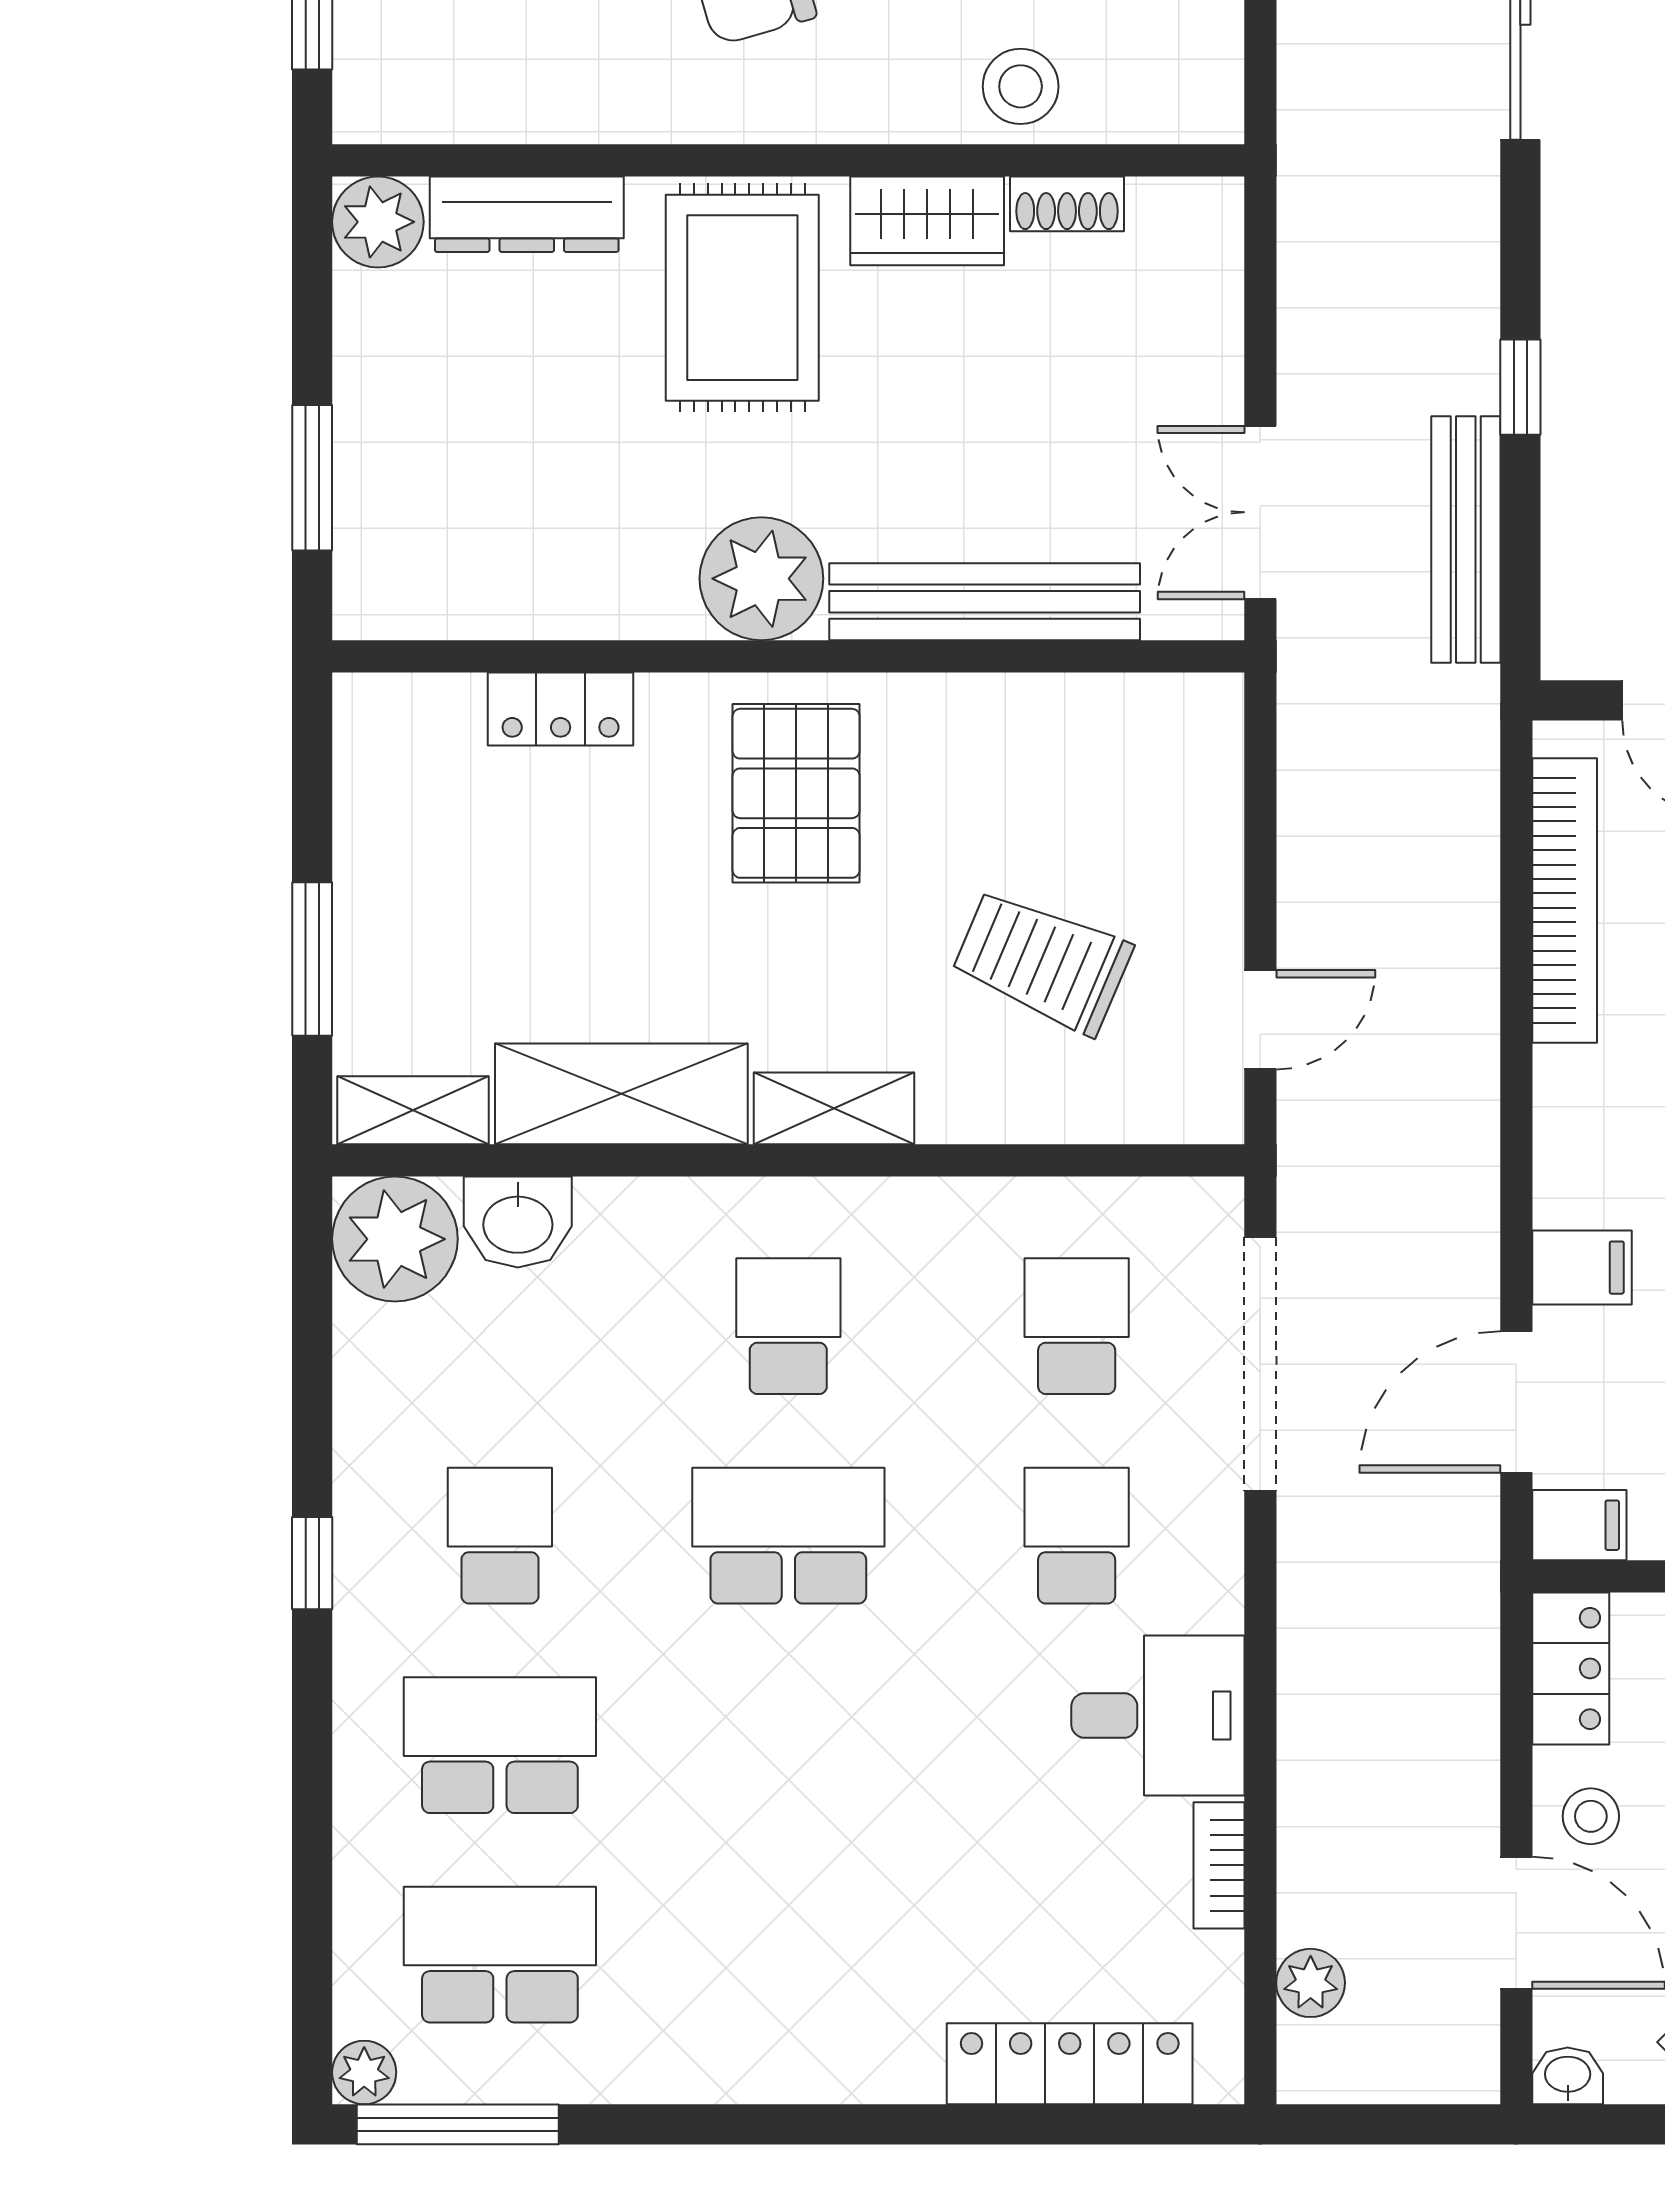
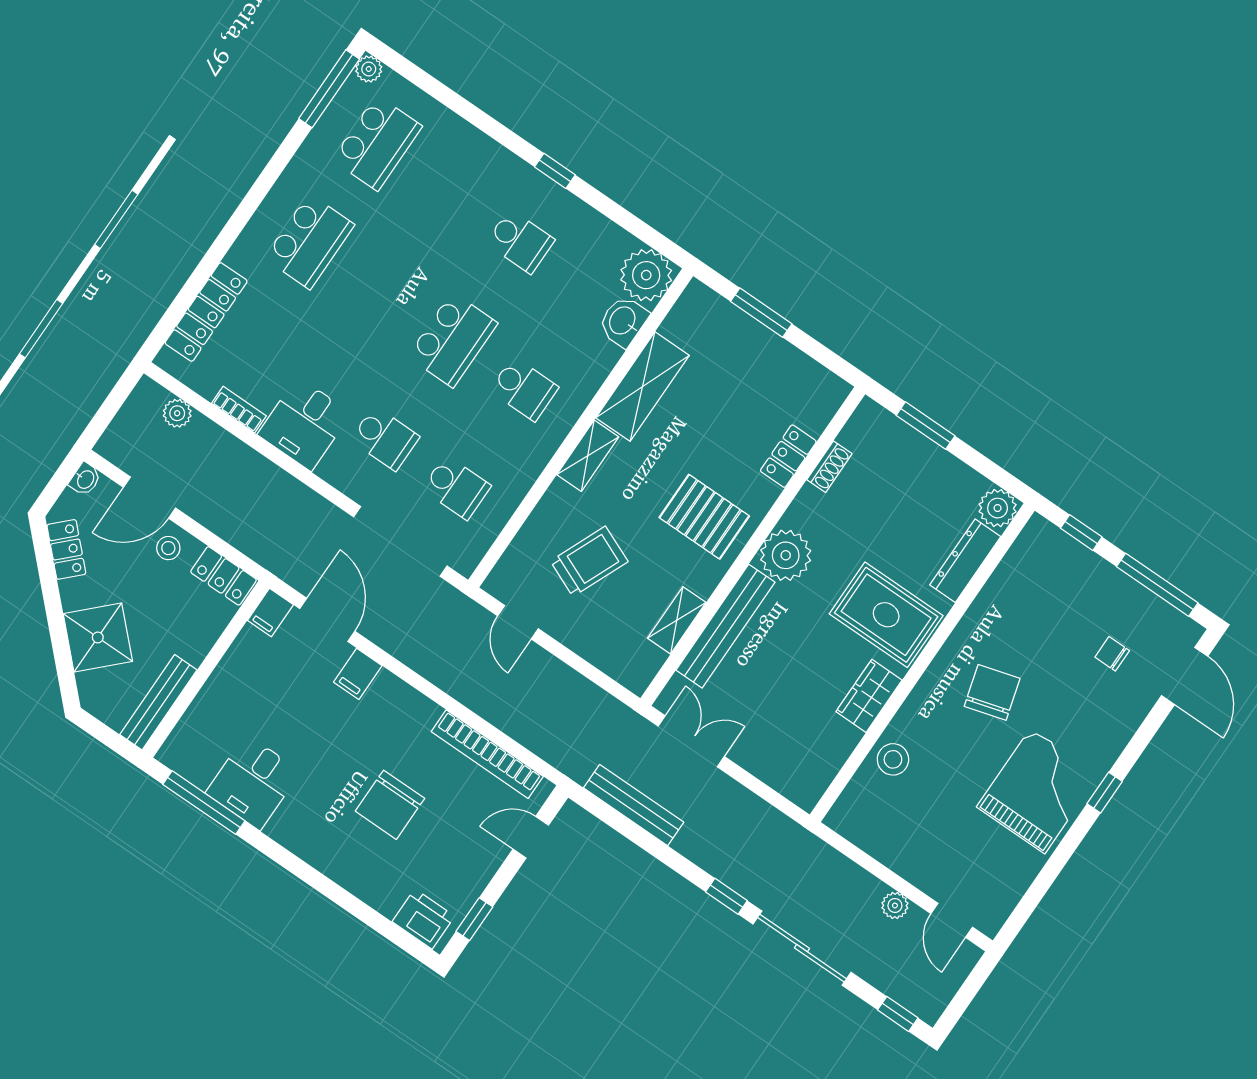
shoe rack: (1067, 204) -> (829, 467), moved, turned 180
window: (1520, 387) -> (726, 896), moved
shelving: (413, 1110) -> (677, 620), moved
school desk: (500, 1745) -> (309, 242), moved

